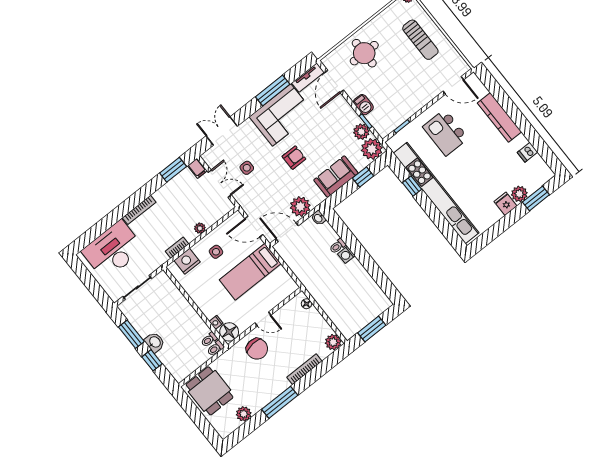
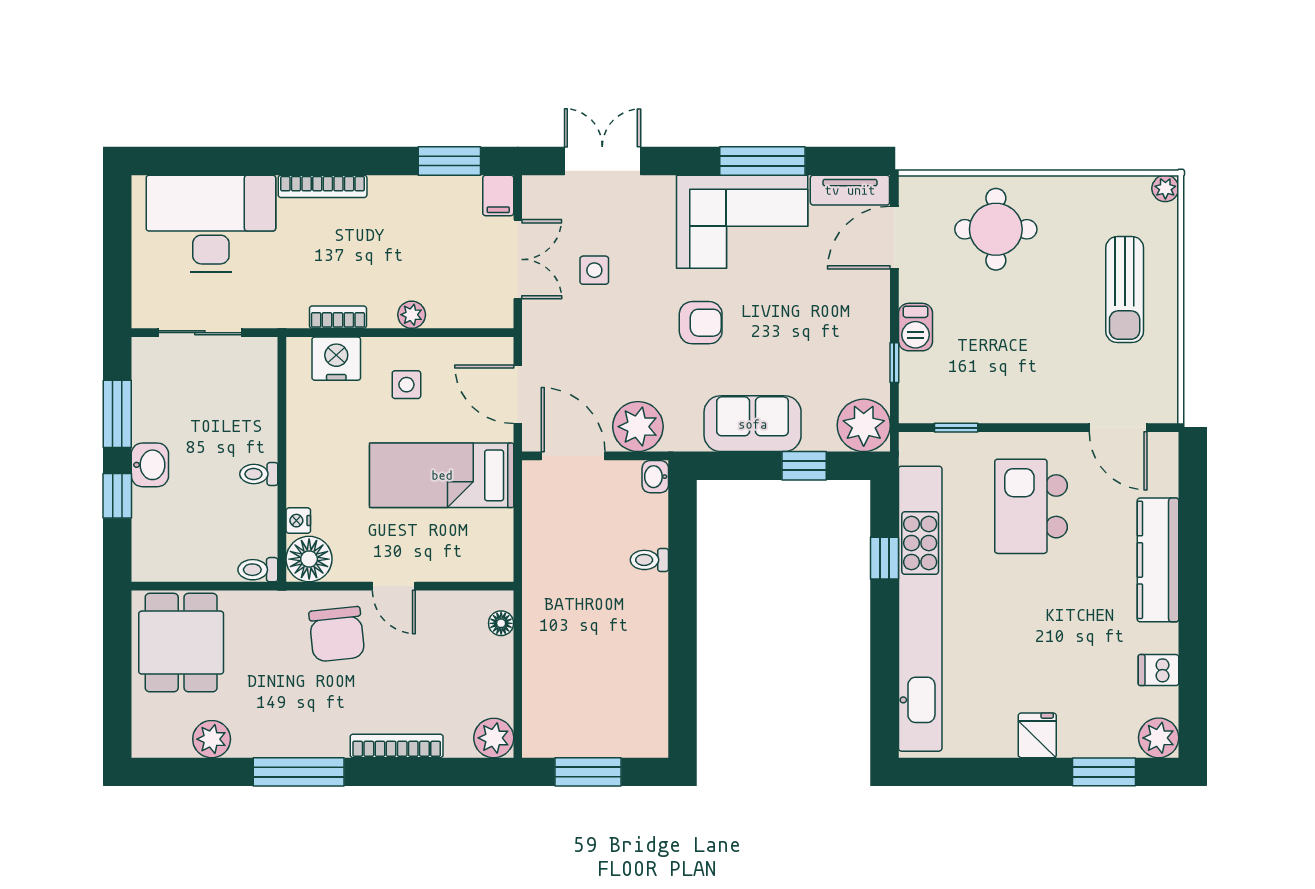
plant: (361, 132) -> (870, 376), removed
plant: (519, 194) -> (1159, 738), moved
washing machine: (346, 255) -> (653, 590), removed
toilet: (209, 340) -> (259, 474), moved

